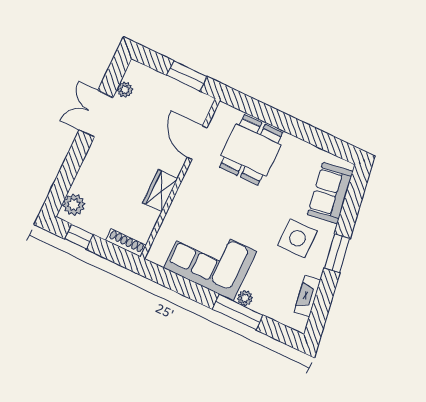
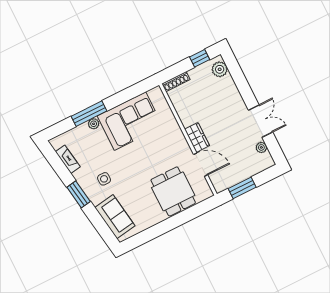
wardrobe: (160, 191) -> (197, 137), moved
side table: (297, 238) -> (104, 179), width x0.54, depth x0.54

